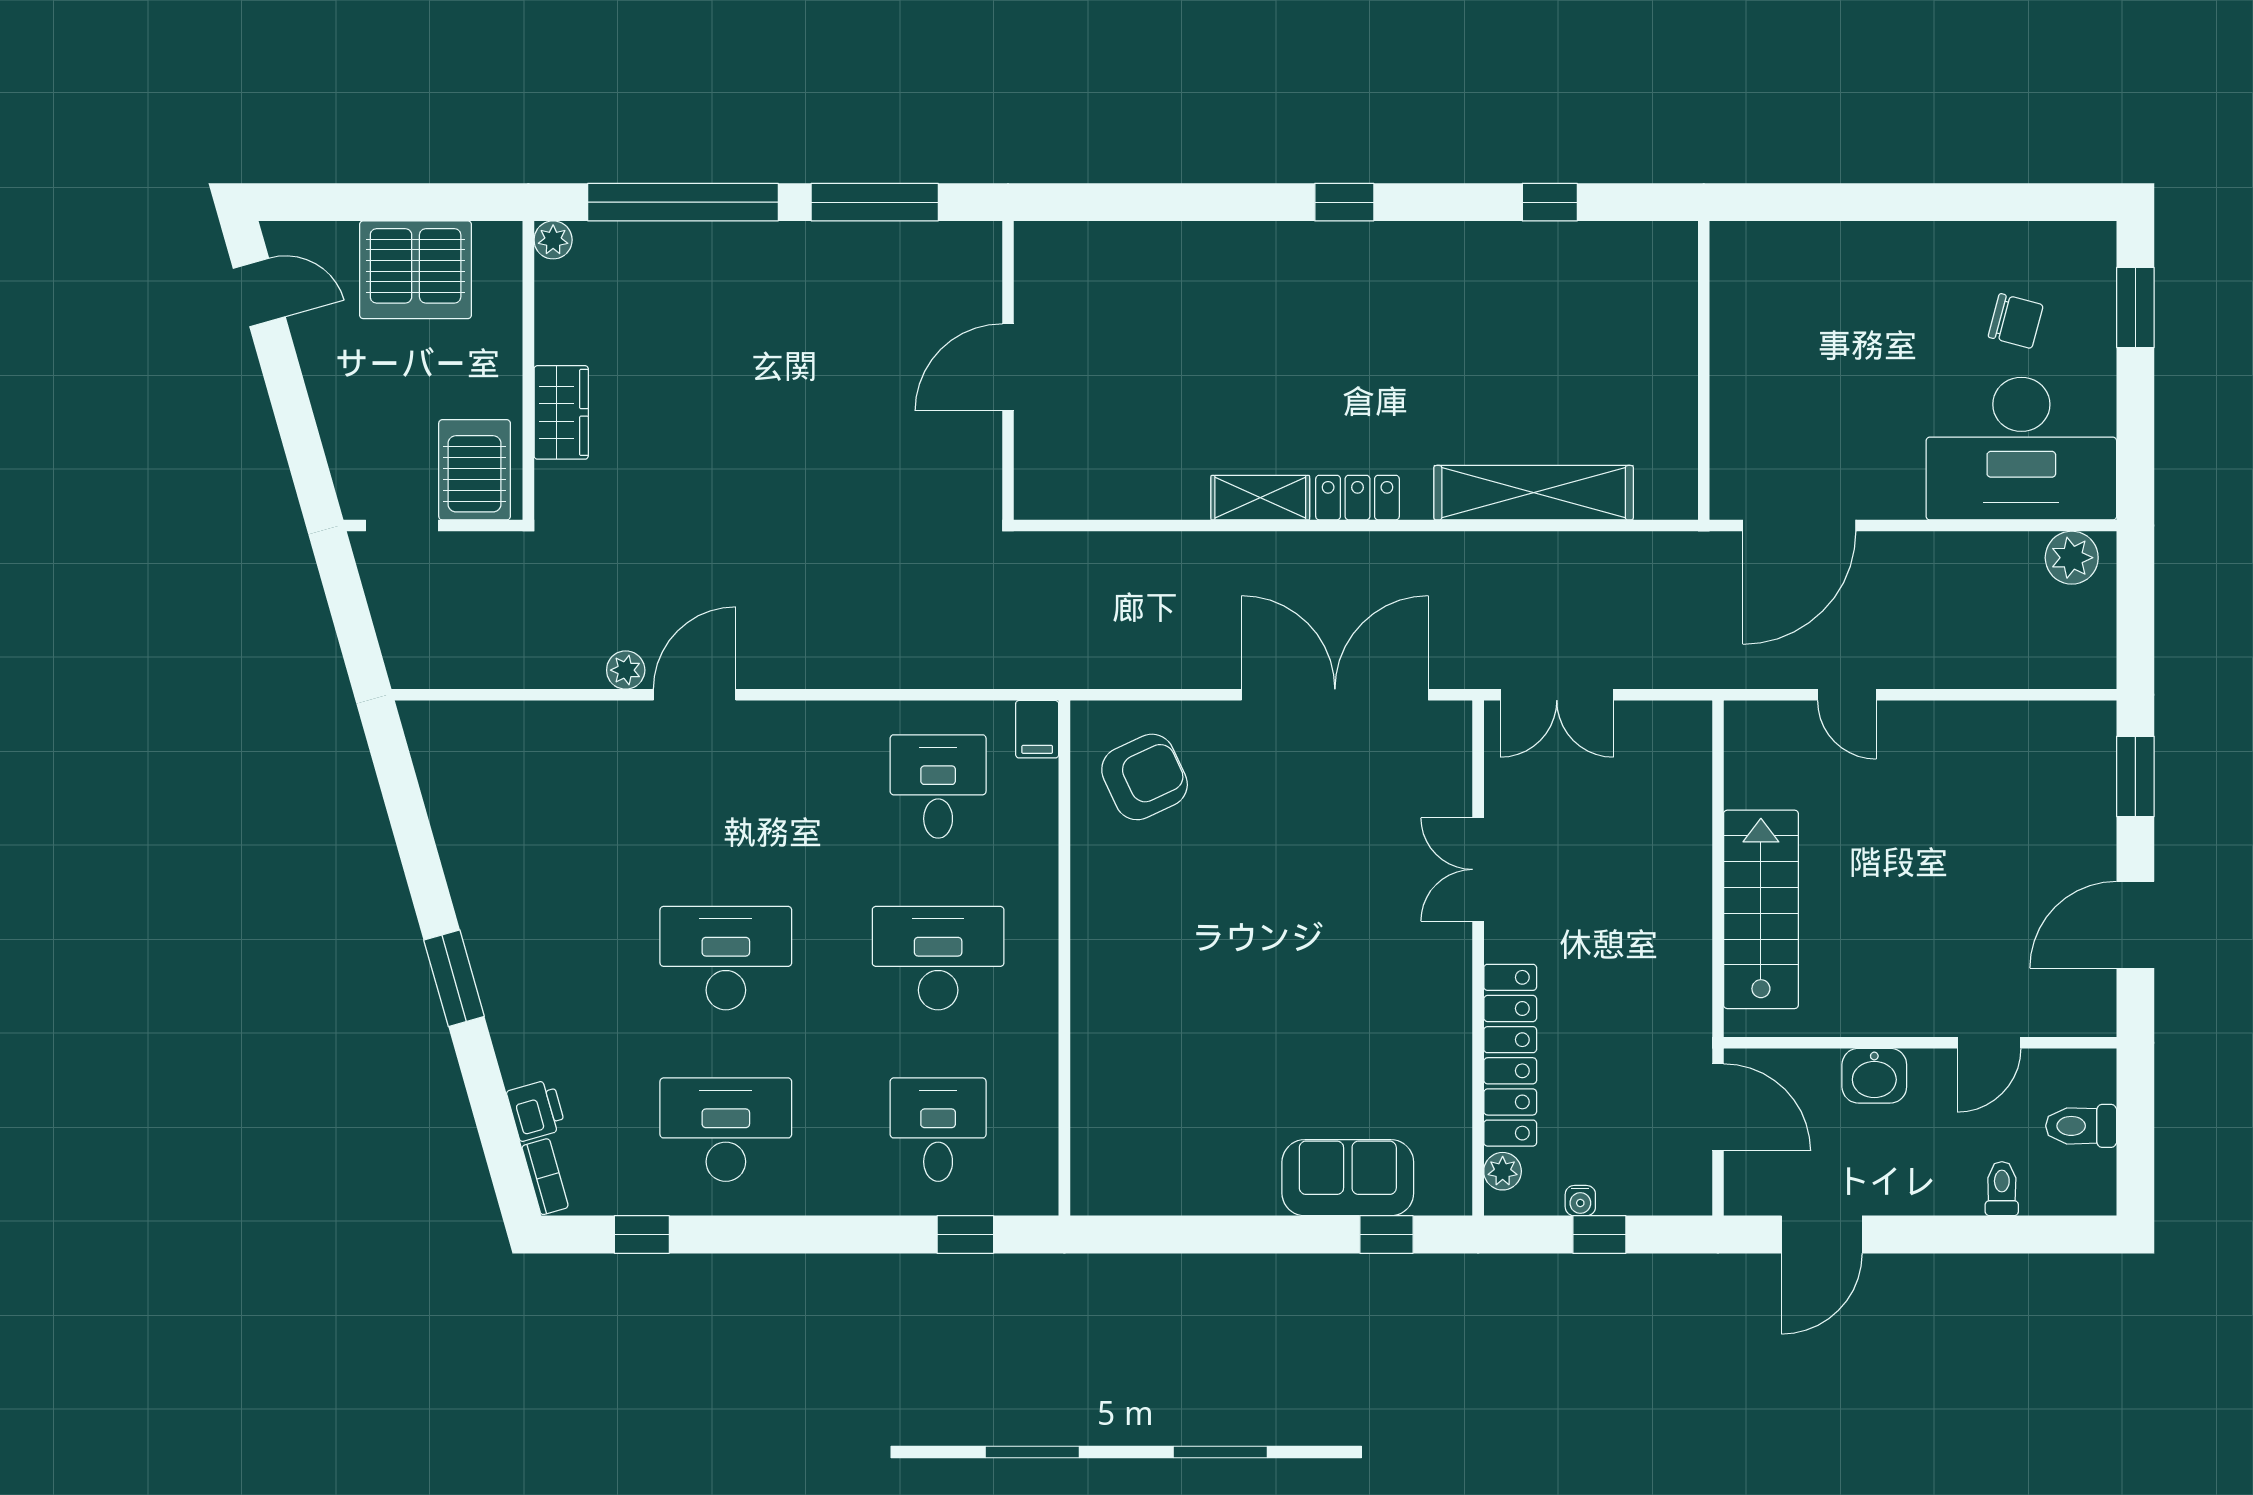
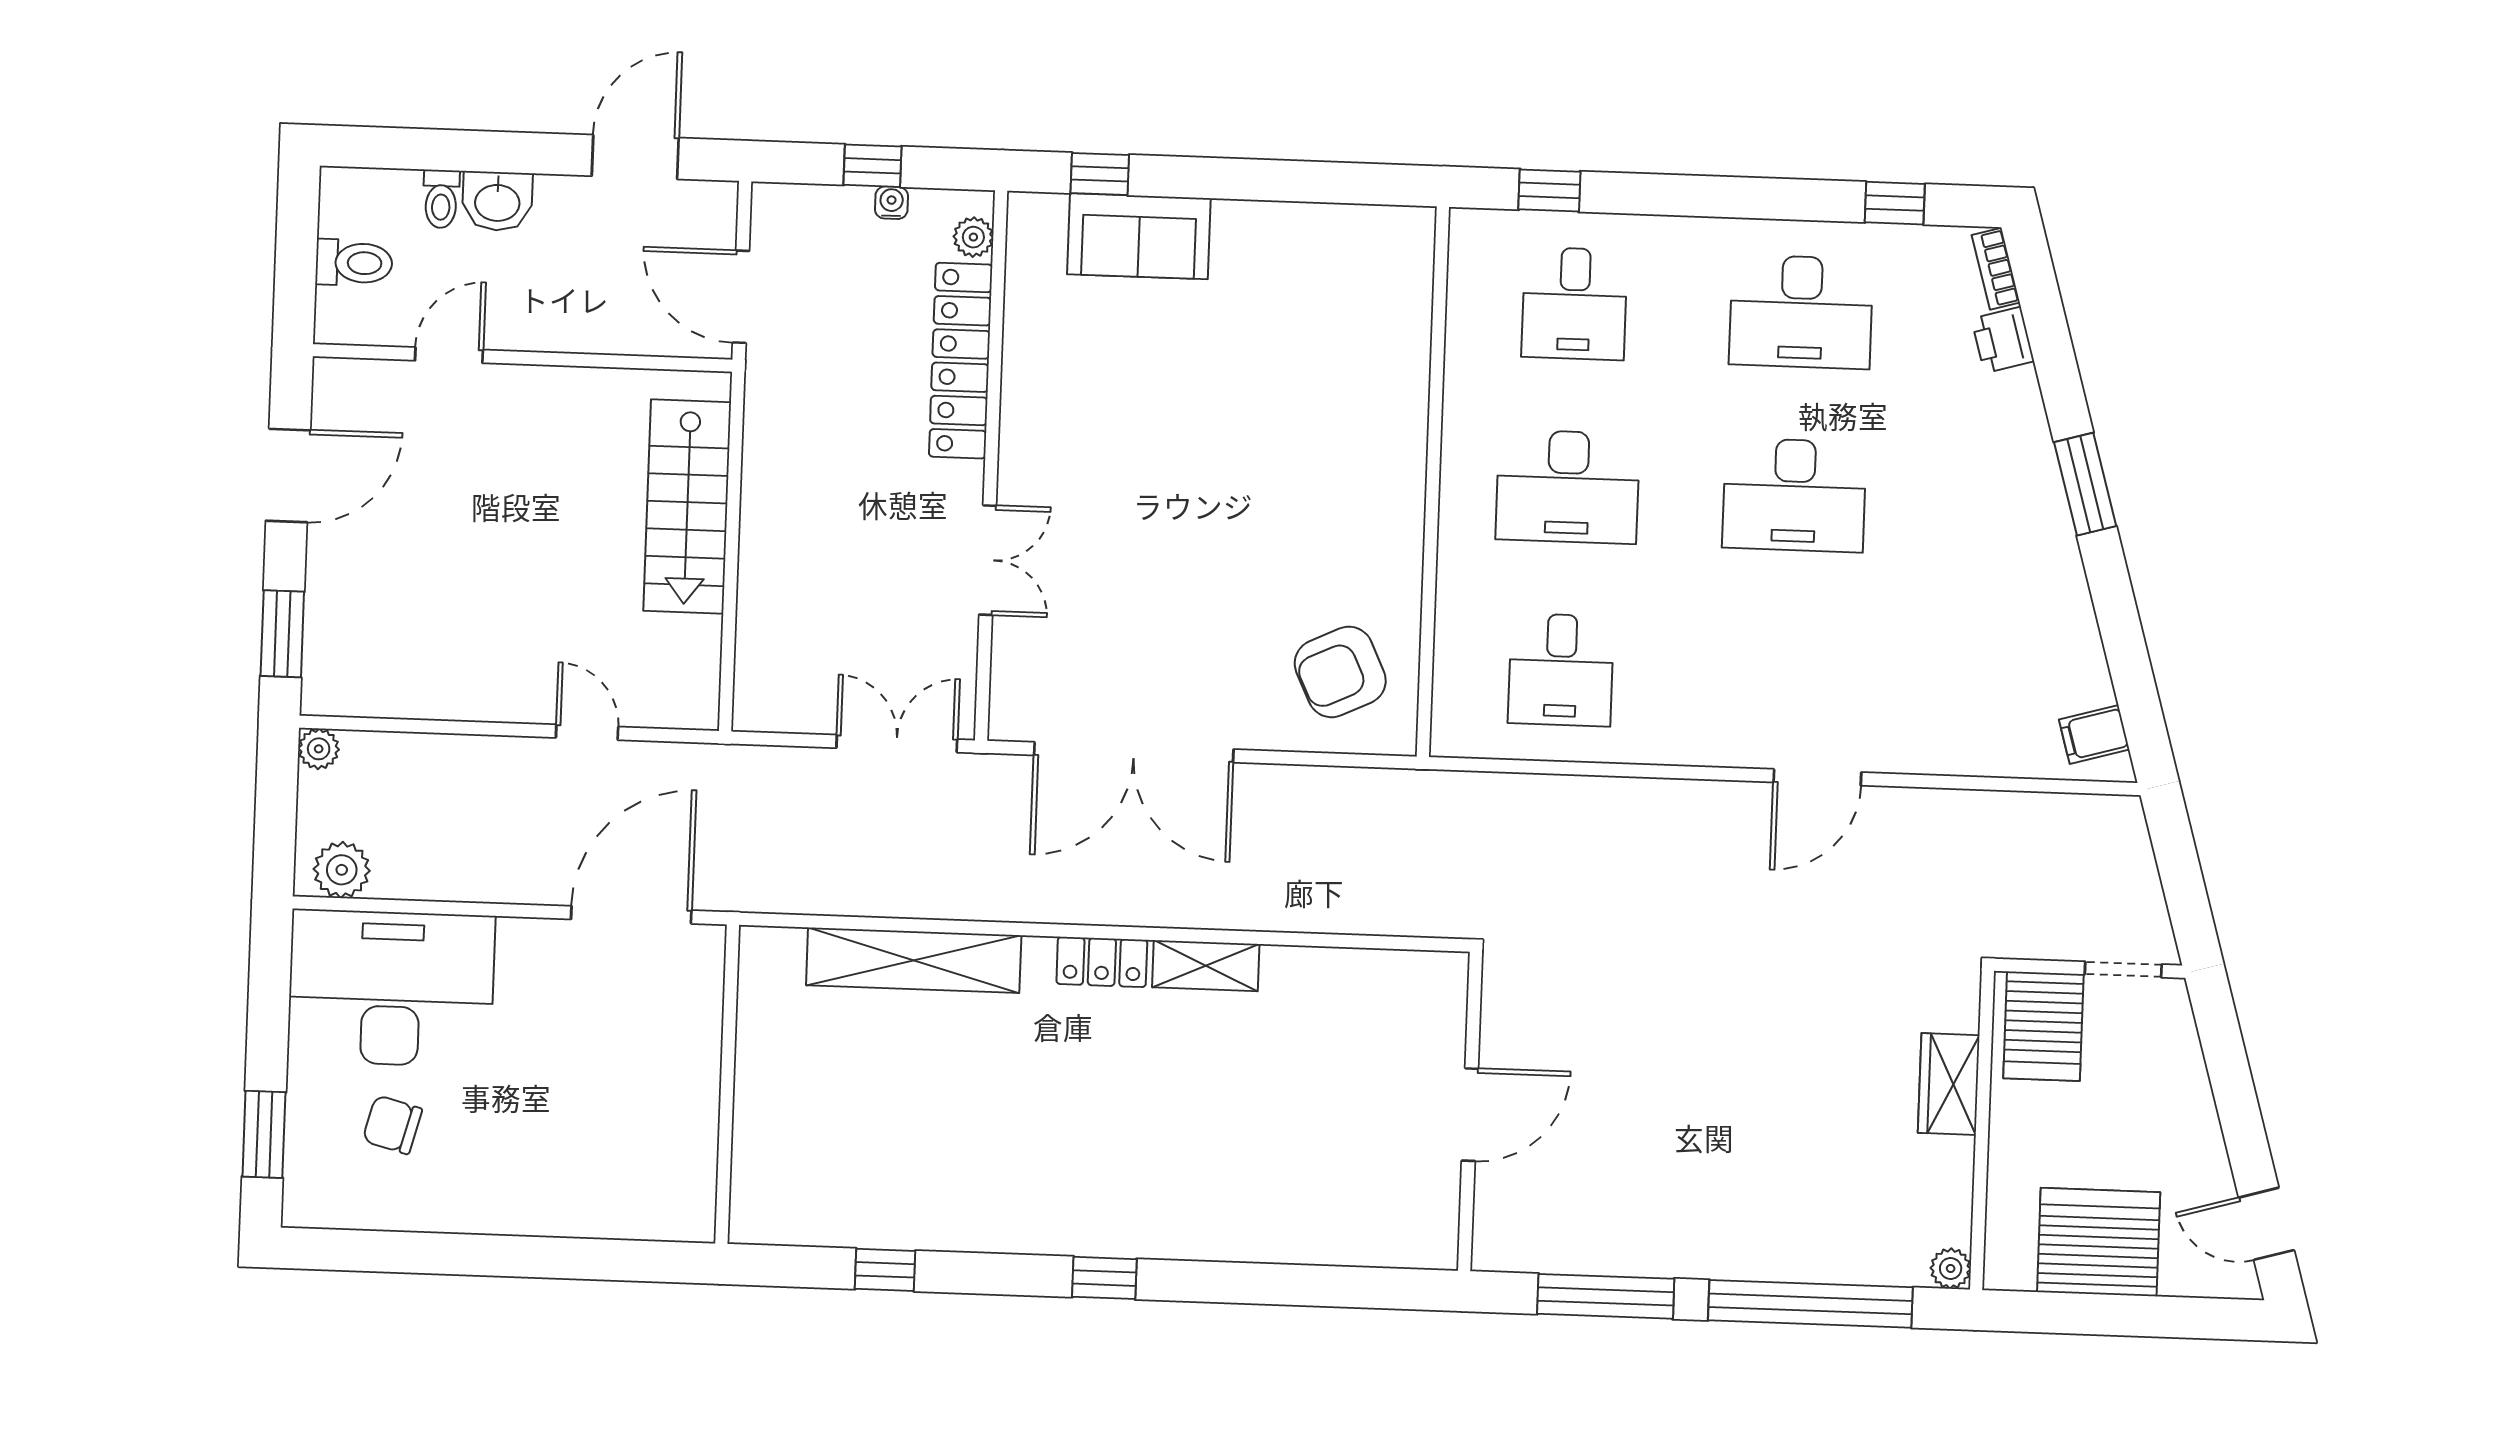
plant: (626, 670) -> (319, 749), moved
filing cabinet: (1037, 729) -> (2094, 734), moved, turned -106
washbasin: (1874, 1076) -> (497, 201), moved, turned 180

